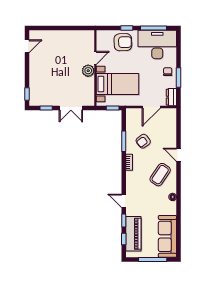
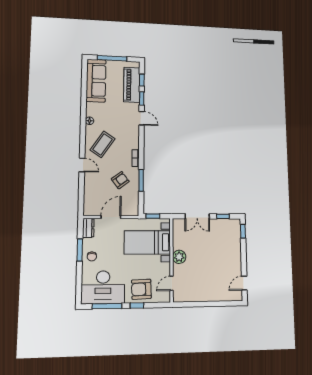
door: (95, 58) -> (172, 283), moved
double door: (71, 108) -> (197, 216), swing flipped

